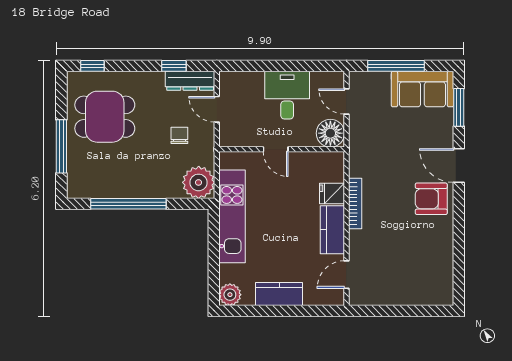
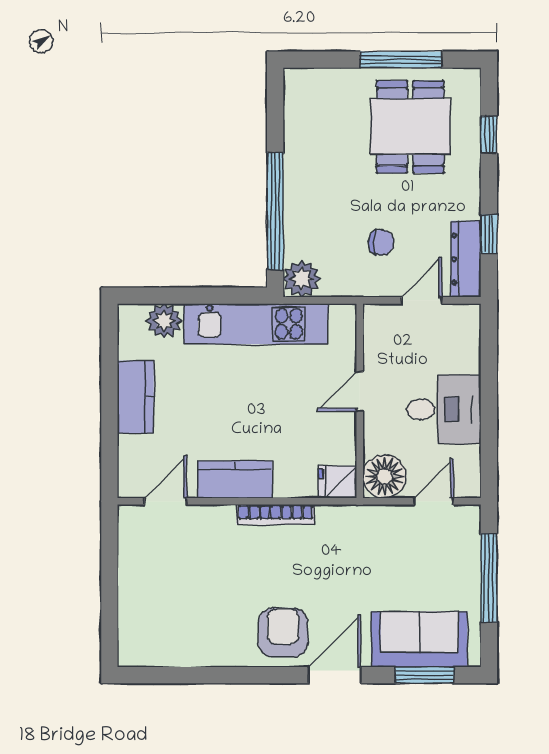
window: (92, 66) -> (489, 134), moved
sofa: (422, 89) -> (419, 639), moved, turned 90
window: (61, 146) -> (401, 60), moved
plant: (199, 182) -> (302, 279), width x0.73, depth x0.73
fridge: (332, 194) -> (337, 482), moved, turned -90
window: (128, 204) -> (275, 211), moved
door: (346, 275) -> (166, 501), hinge flipped
plant: (230, 295) -> (164, 321), moved

